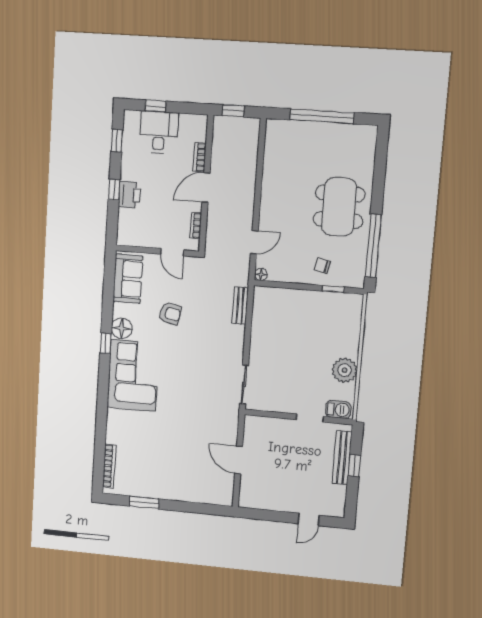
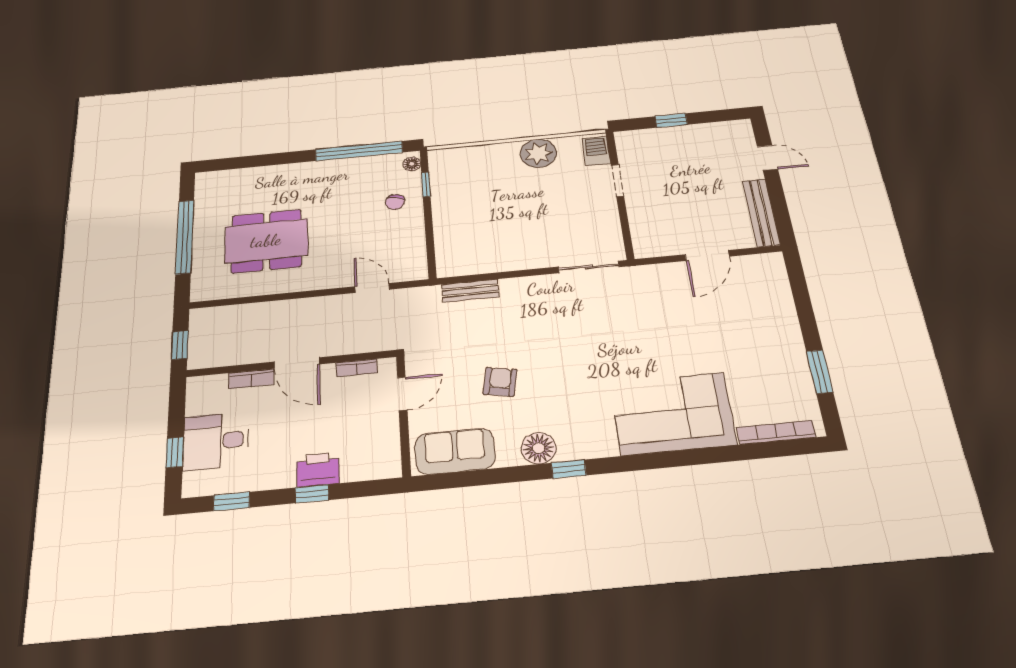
dining table: (339, 207) -> (266, 241), moved
floor lamp: (261, 274) -> (412, 164), moved
corner sofa: (133, 376) -> (673, 414), moved
bench: (342, 458) -> (761, 213), moved, turned 90

